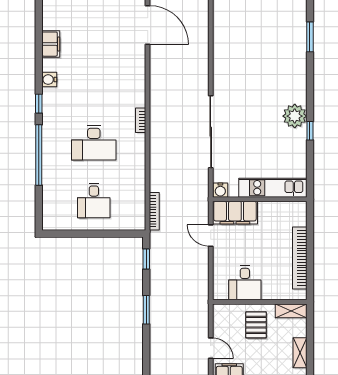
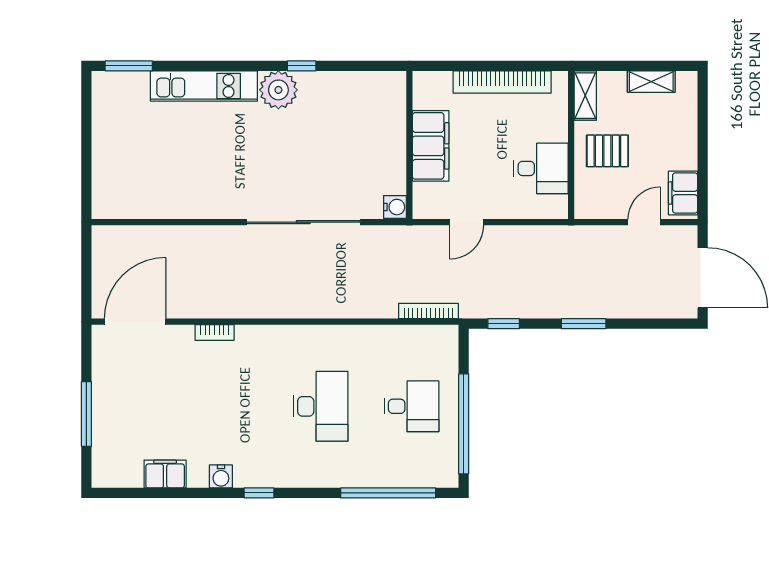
window: (310, 37) -> (129, 66), moved
bookcase: (141, 120) -> (215, 333), moved
window: (39, 155) -> (388, 493), moved
kitchen unit: (273, 188) -> (204, 86), moved, turned -90
filing cabinet: (235, 213) -> (431, 146), moved
window: (83, 234) -> (464, 424), added

